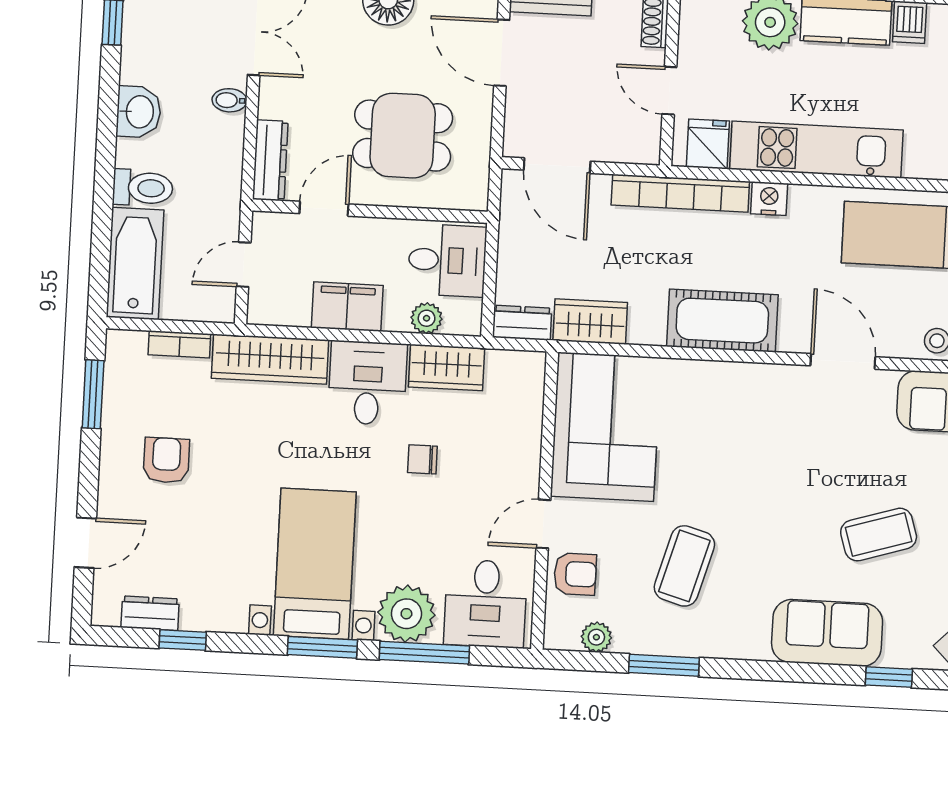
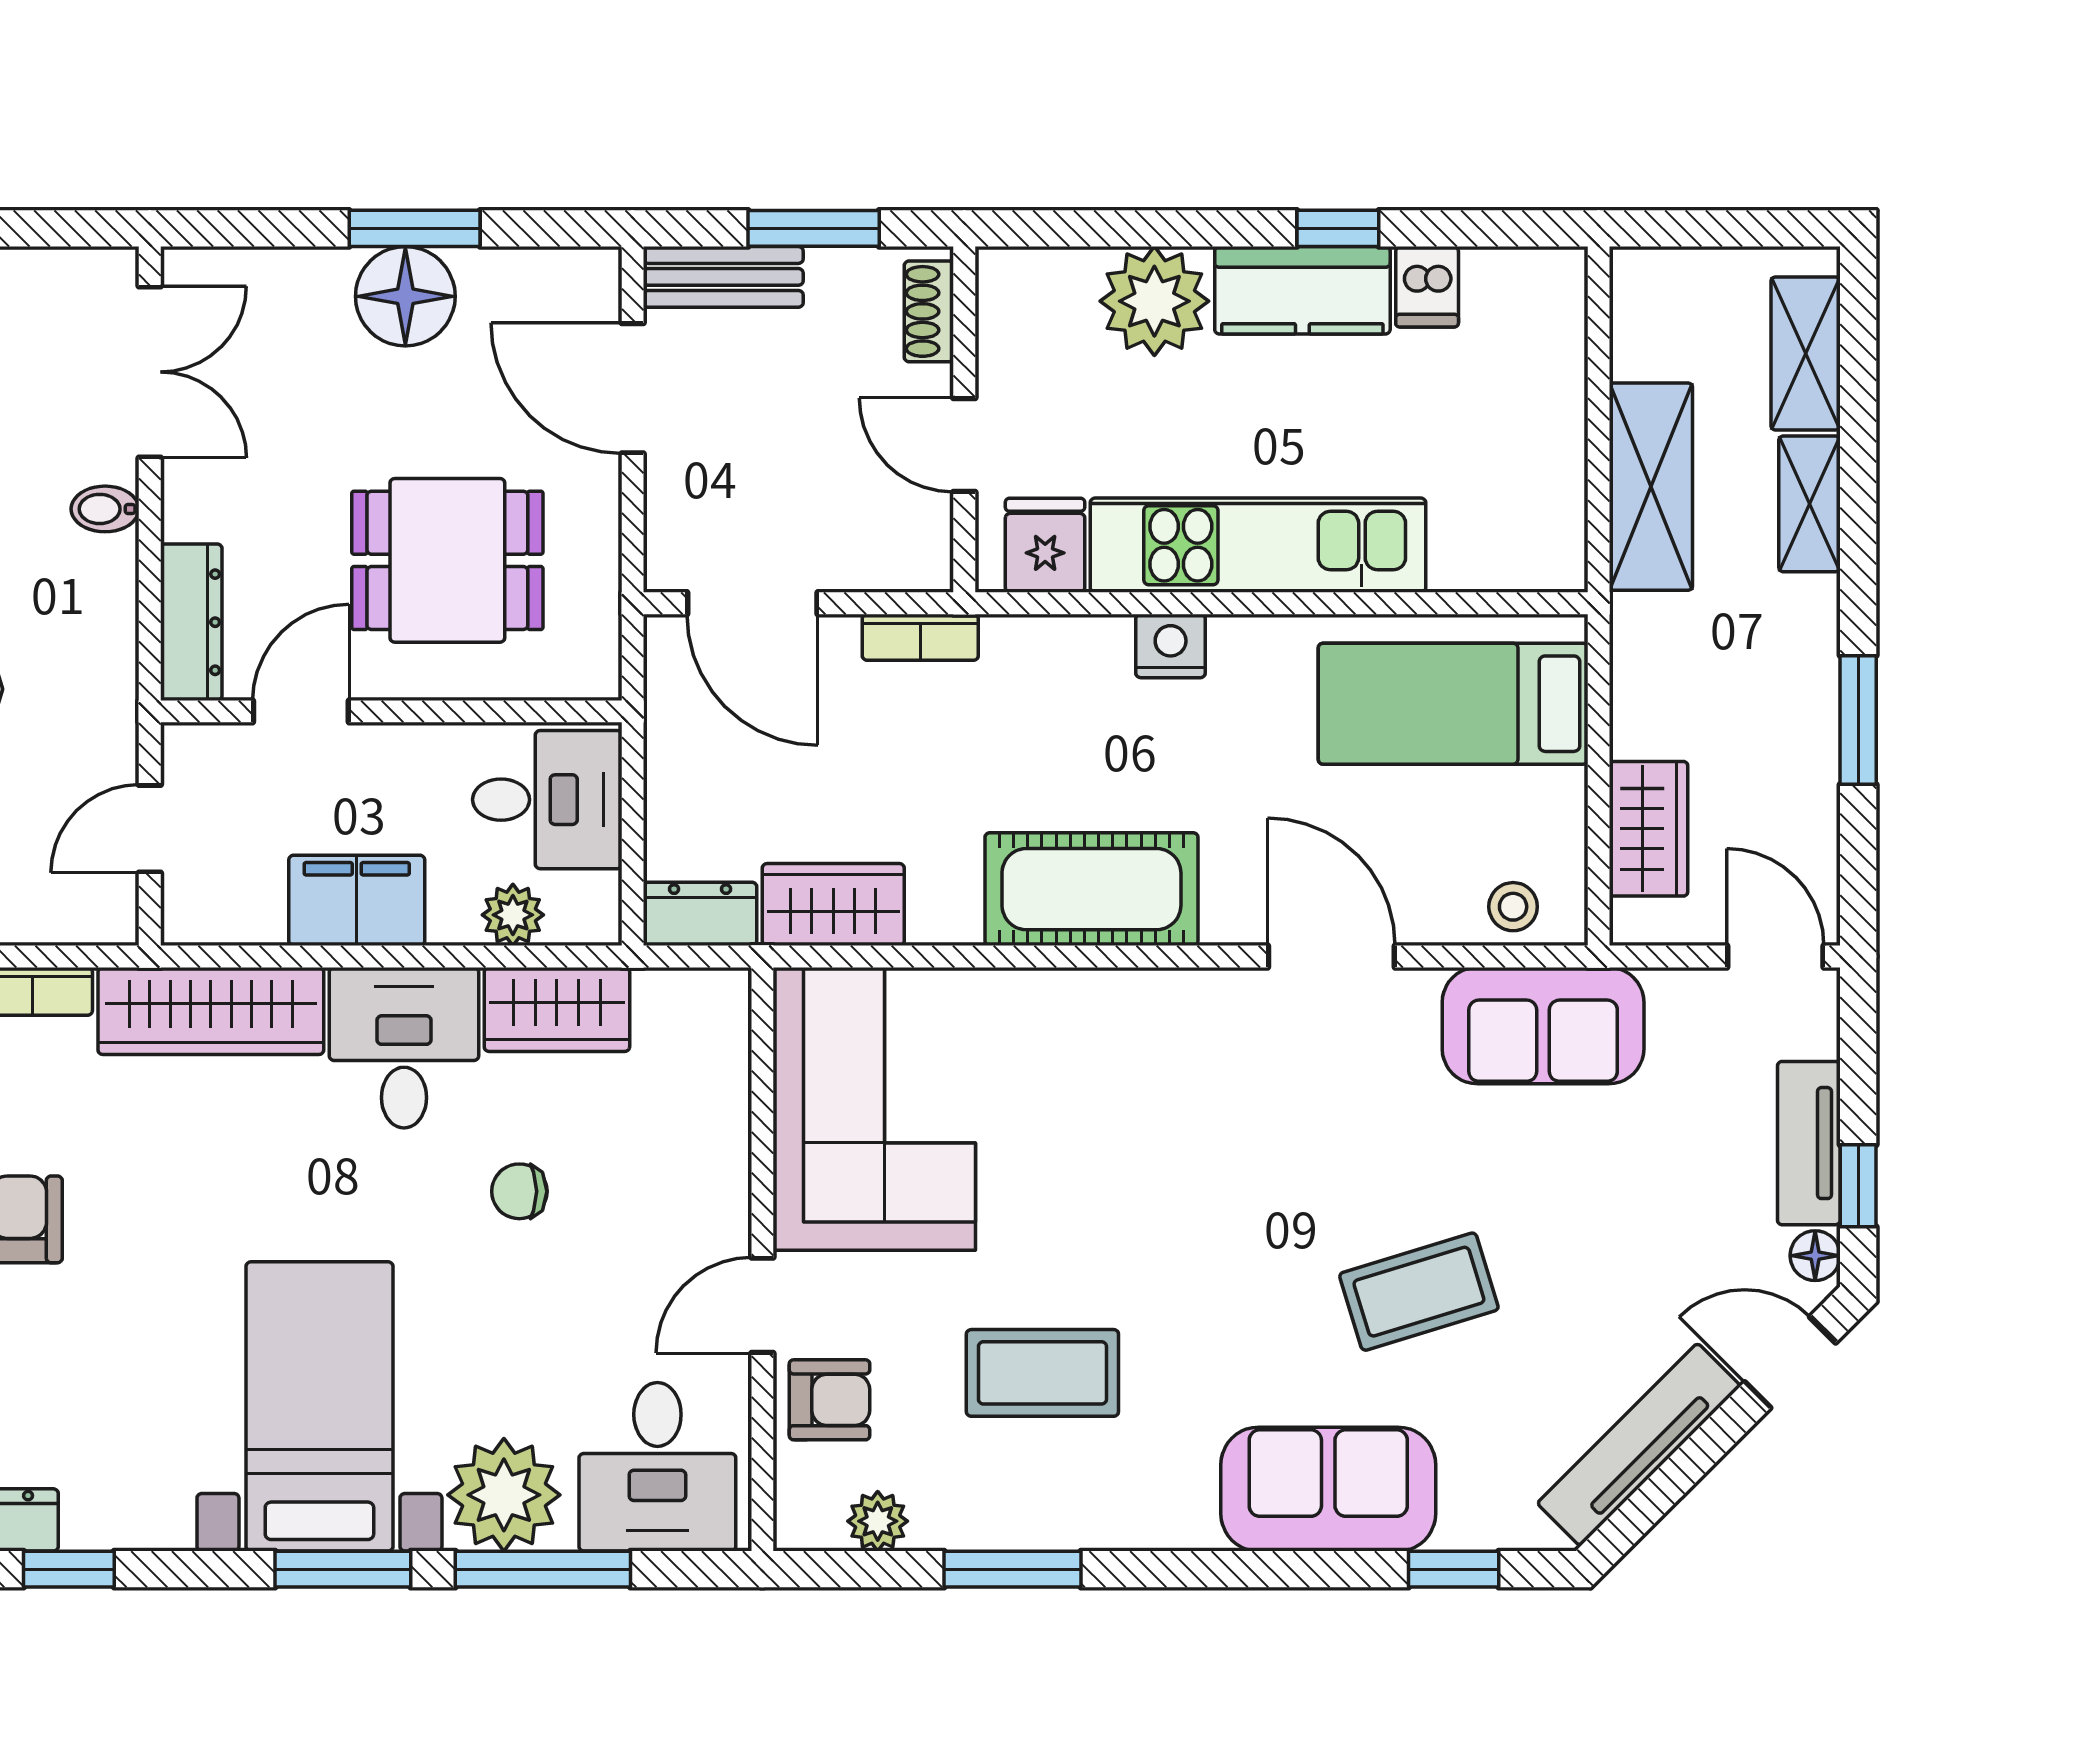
bookcase: (680, 193) -> (920, 637), width x0.43, depth x0.76
coffee table: (684, 566) -> (1042, 1373), turned 74

